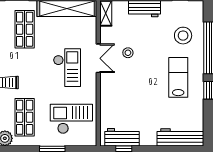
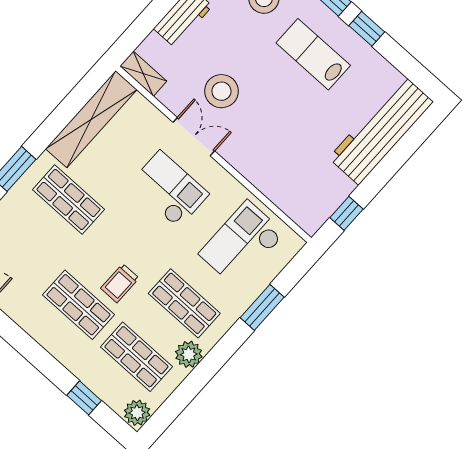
stool: (128, 53) -> (221, 91), width x1.89, depth x1.89
workbench: (122, 137) -> (326, 199), removed
workbench: (180, 137) -> (381, 130), width x1.36, depth x1.32

